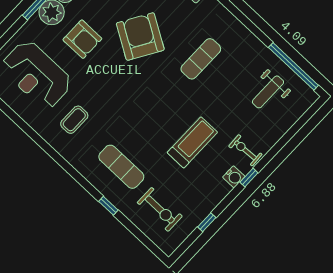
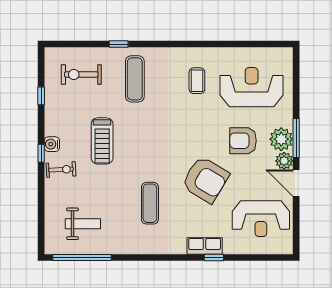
weight bench: (268, 92) -> (83, 224), turned 90
exercise mat: (121, 167) -> (135, 79), turned 90

